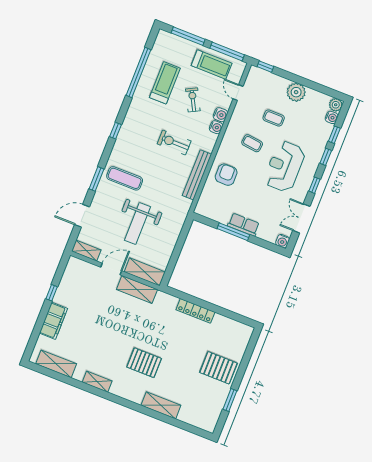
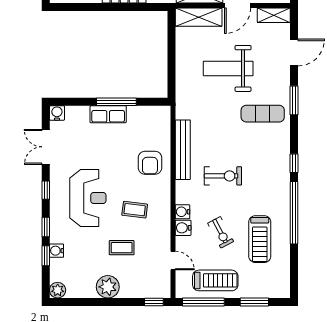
window: (188, 36) -> (254, 302), width x0.69
treadmill: (212, 64) -> (215, 280), turned 180
window: (138, 73) -> (294, 213), moved
water cooler: (332, 117) -> (56, 251), moved
double door: (301, 218) -> (46, 147), swing flipped
weight bench: (137, 223) -> (228, 68), turned -90

